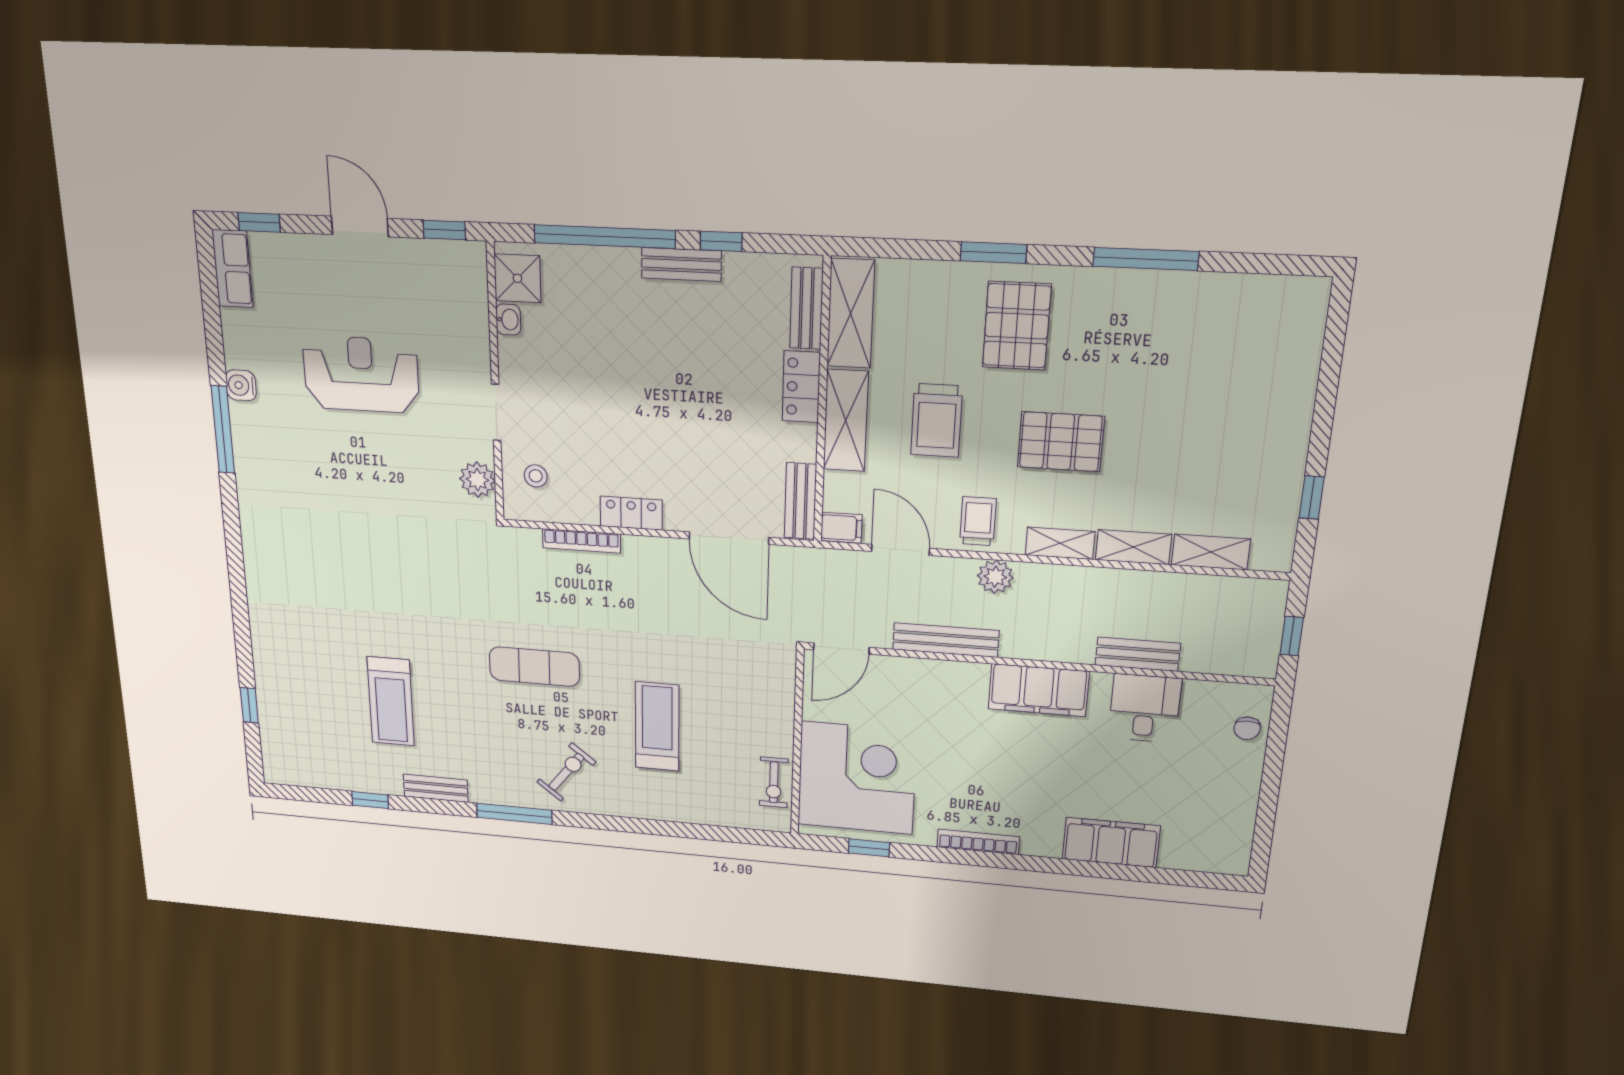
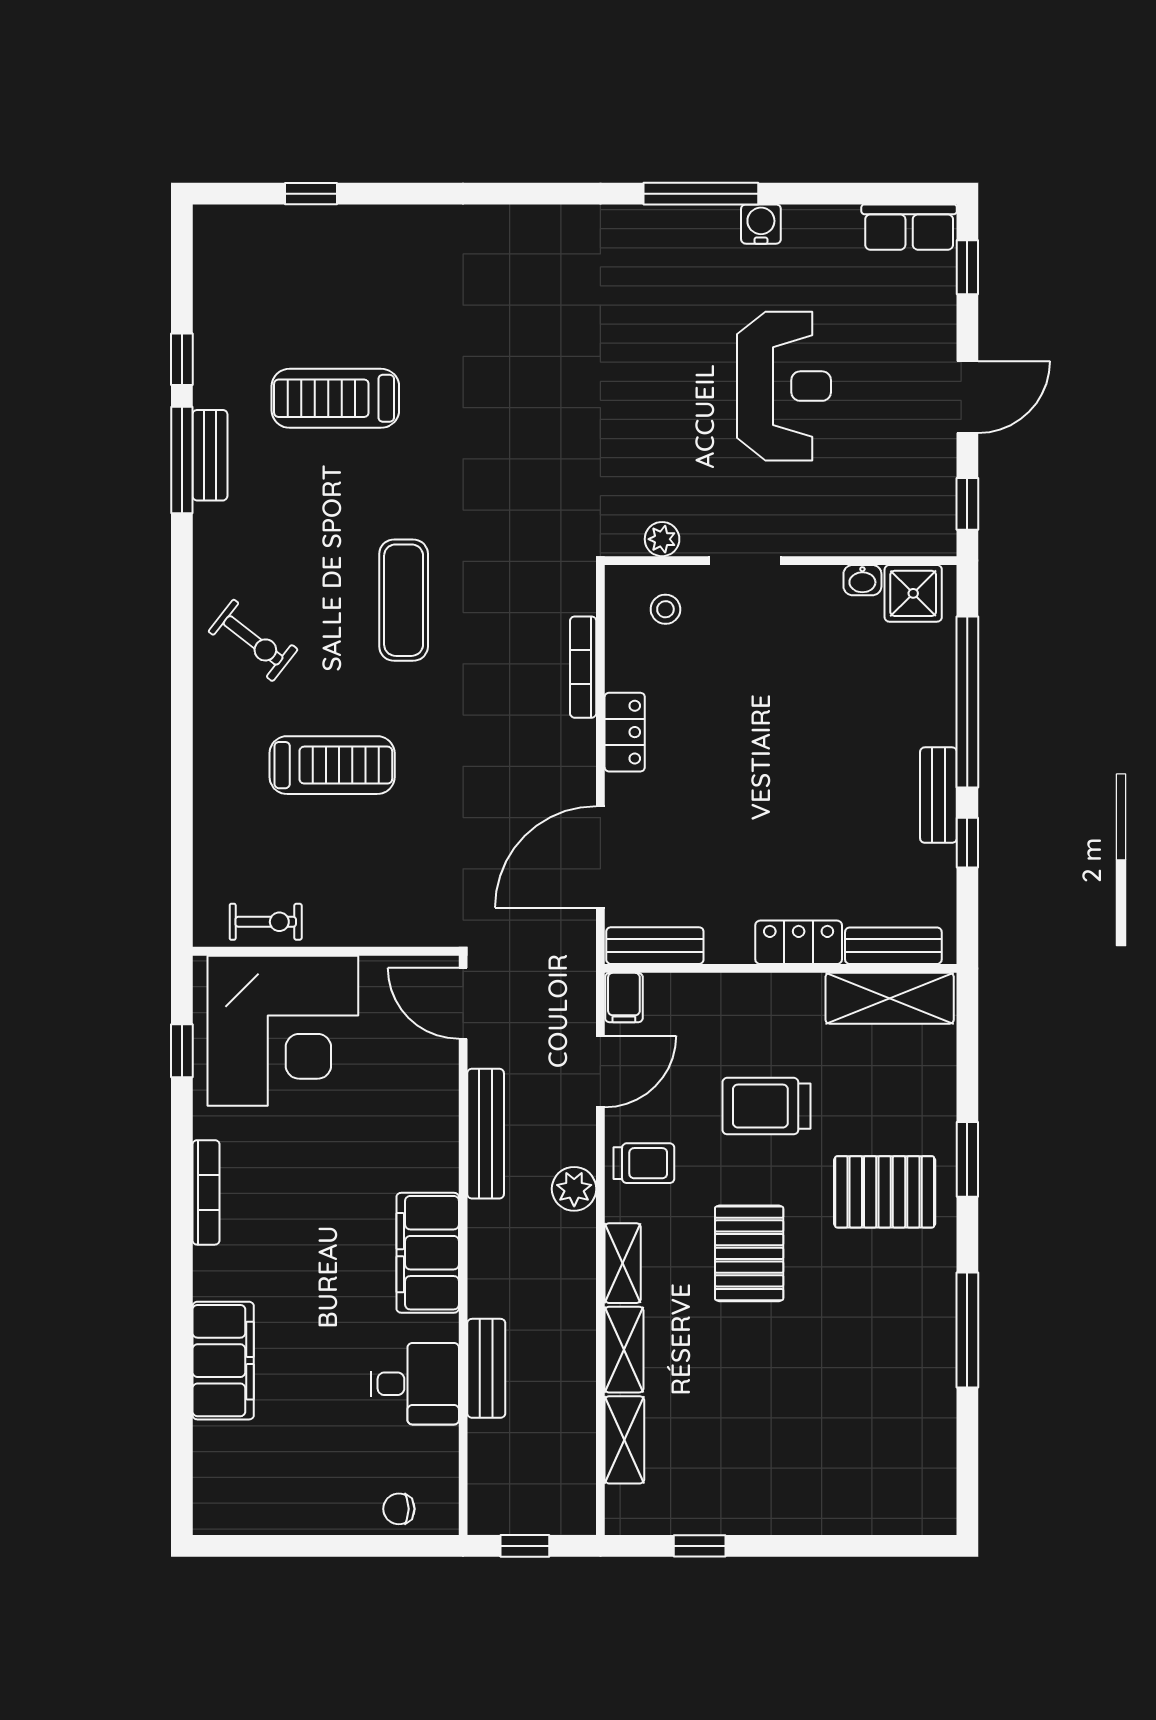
shelving: (846, 421) -> (760, 998), removed
plant: (477, 480) -> (662, 539), width x0.73, depth x0.73
exercise bike: (774, 782) -> (266, 922), turned 180
window: (514, 814) -> (182, 460), moved

